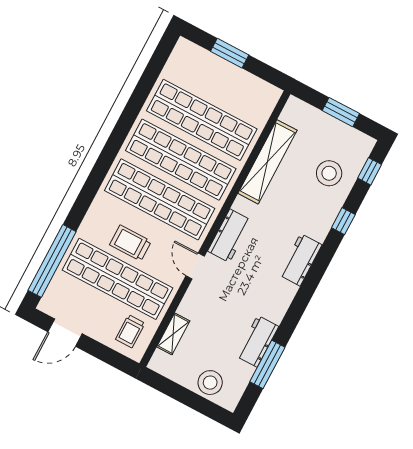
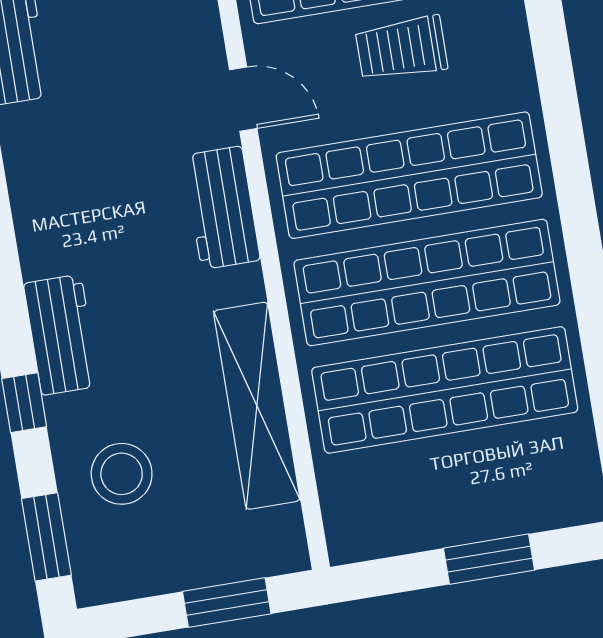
window: (341, 112) -> (227, 603), moved
window: (370, 171) -> (46, 537), width x1.50
trolley: (130, 243) -> (401, 48), turned 180
workbench: (300, 260) -> (61, 335), moved

